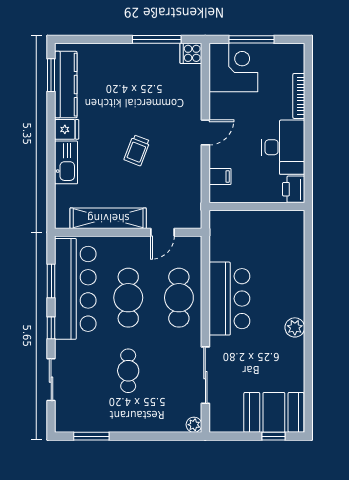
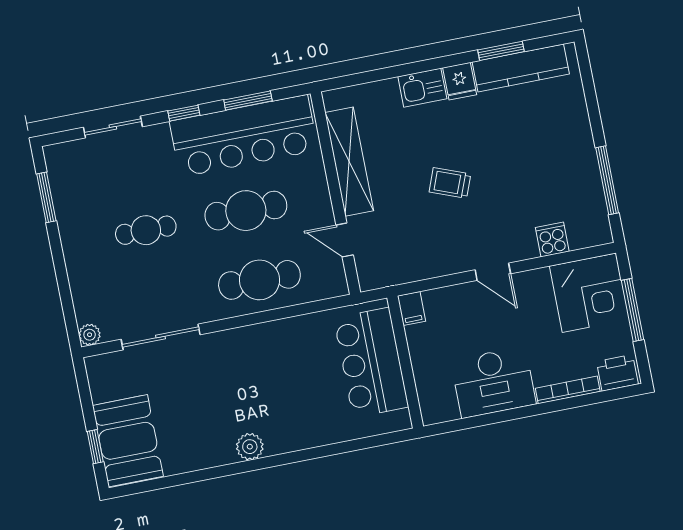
cooker: (191, 53) -> (552, 240), moved
window: (51, 75) -> (501, 51), moved
kitchen sink: (66, 162) -> (422, 88), width x0.73
filing cabinet: (220, 176) -> (412, 309), moved
printer: (294, 189) -> (617, 373), moved
bar counter: (229, 299) -> (371, 362), moved, turned 90

